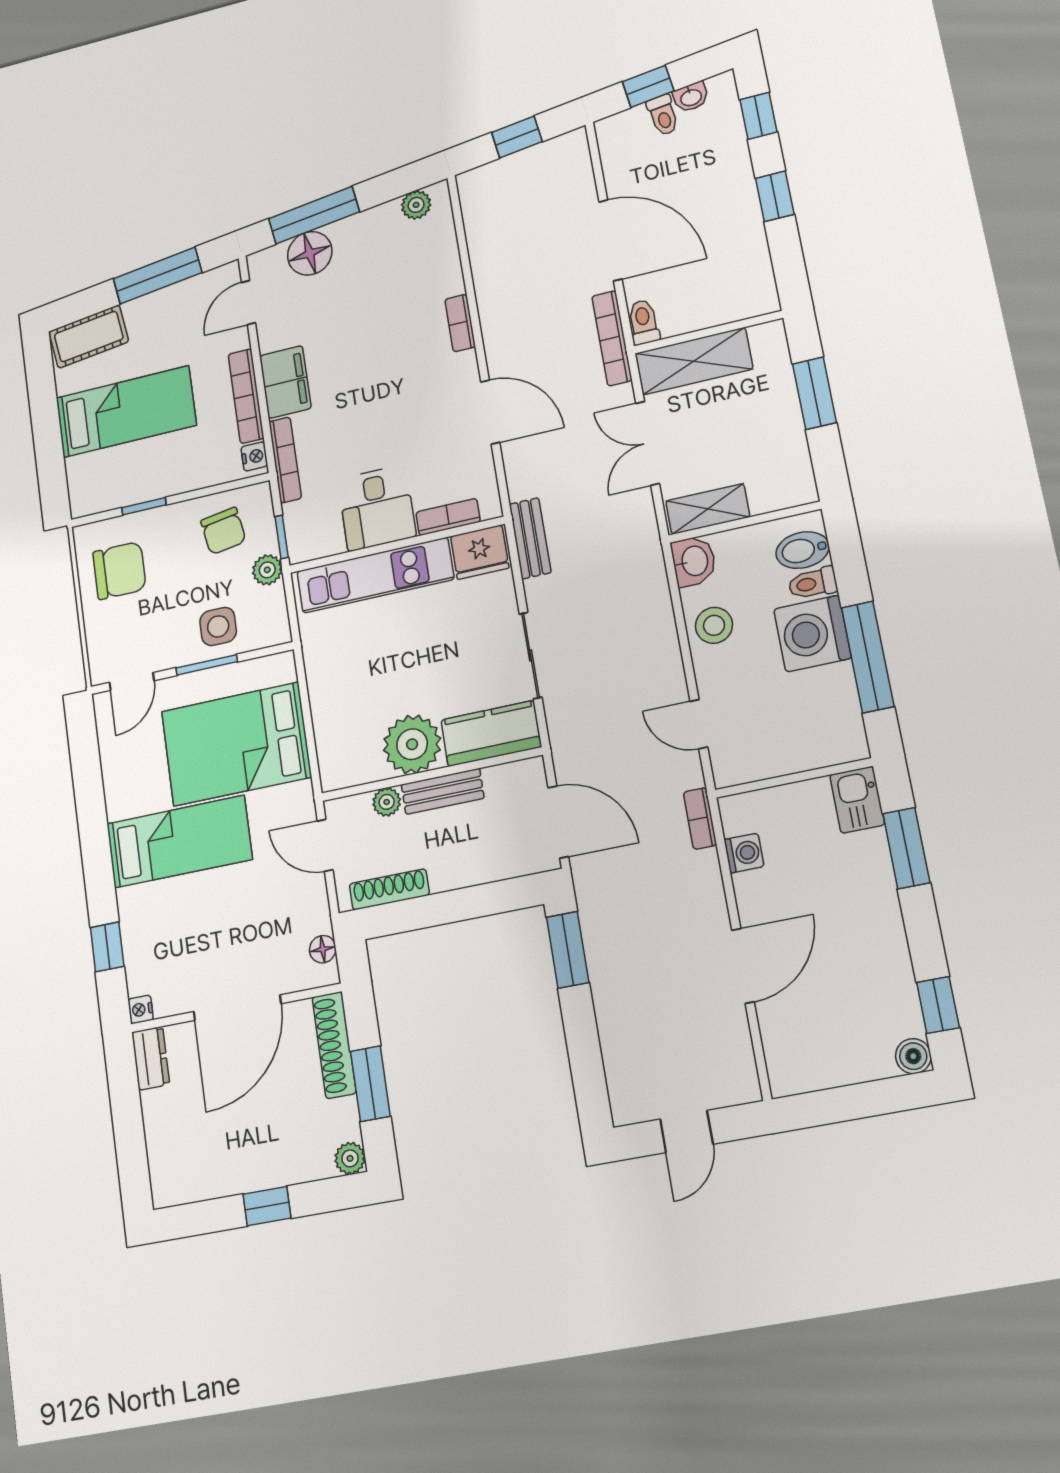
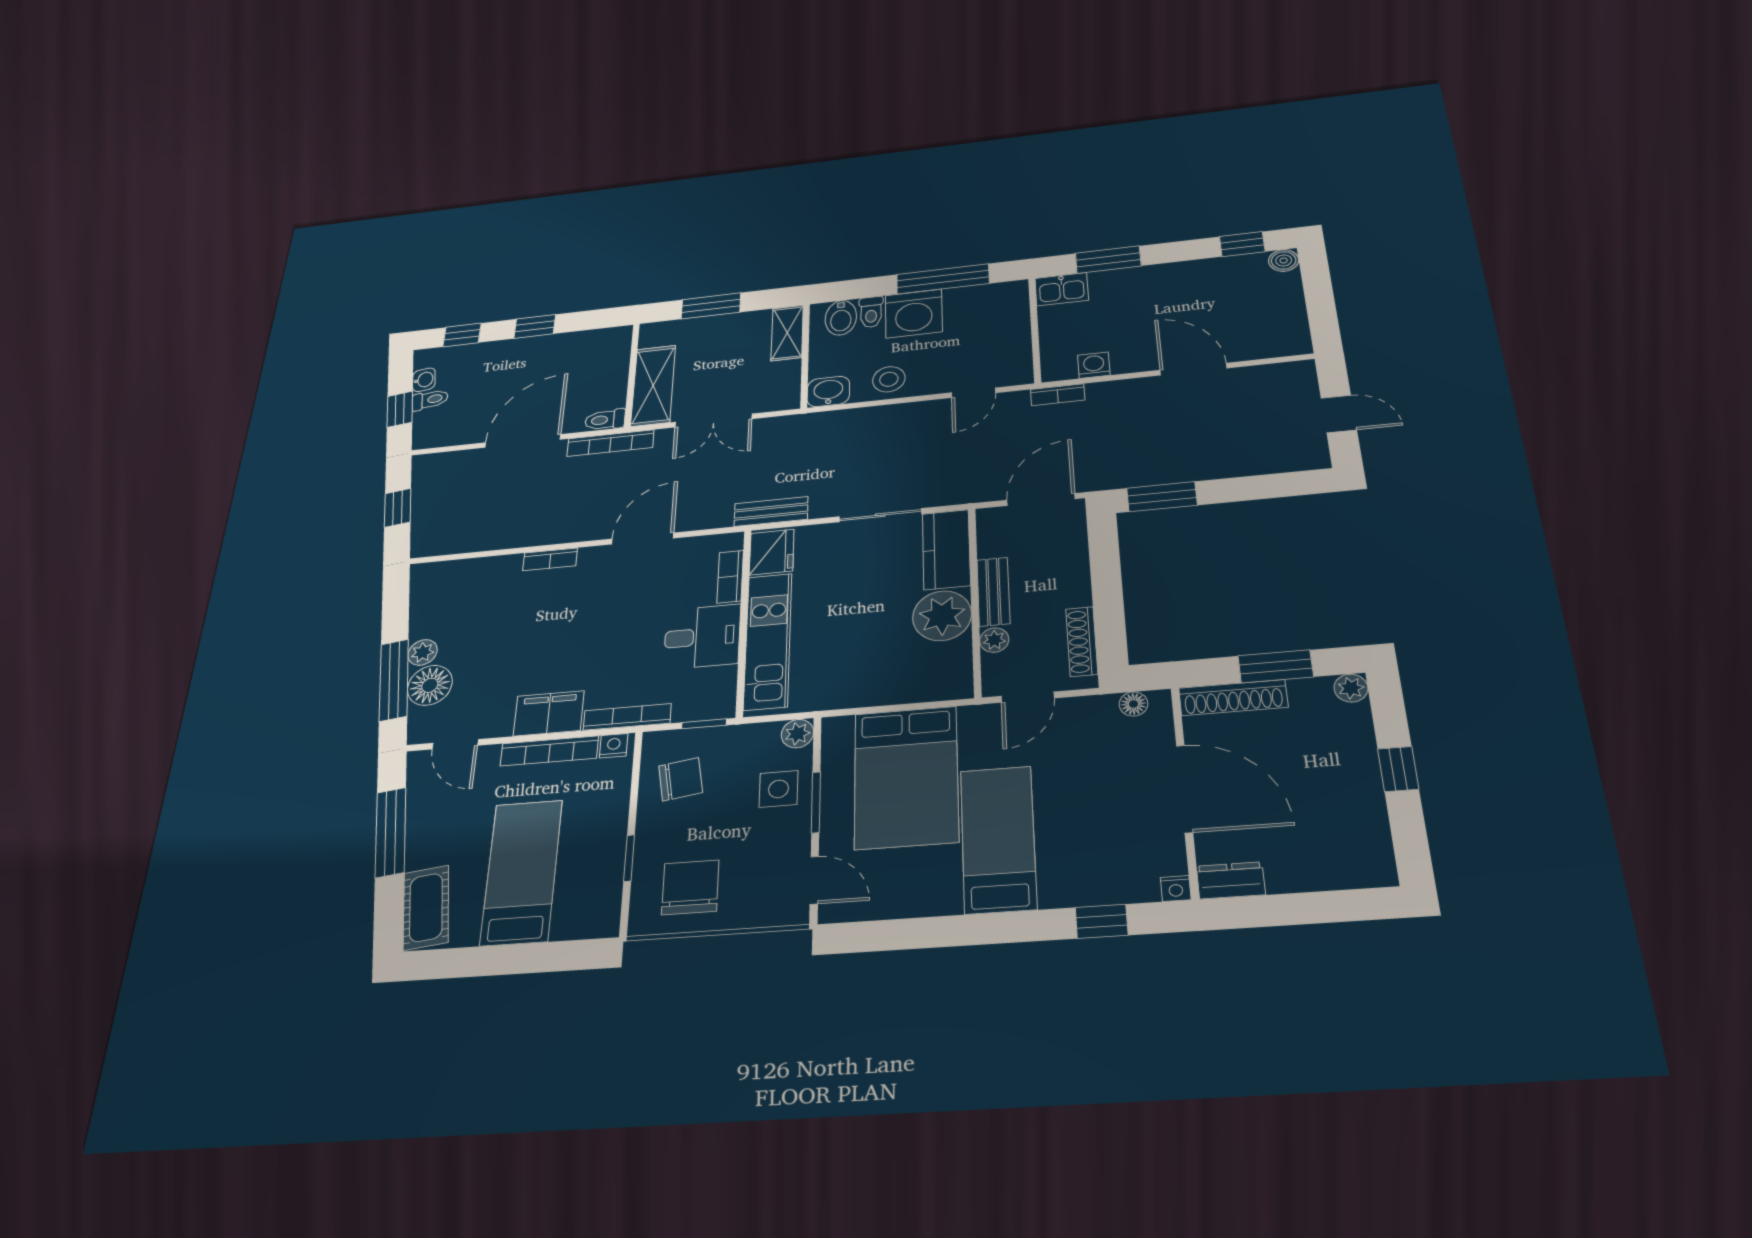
plant: (416, 205) -> (423, 652), moved
shelving: (708, 509) -> (787, 333), moved
plant: (267, 570) -> (797, 734), moved

